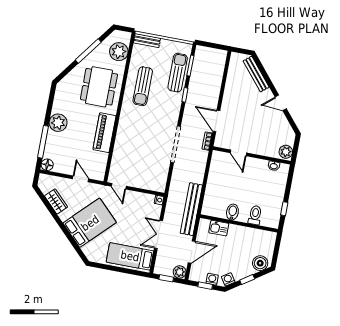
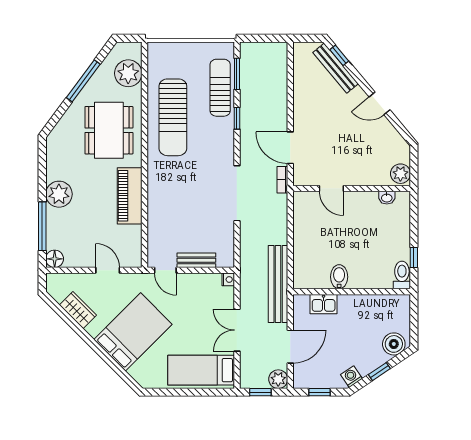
bench: (147, 40) -> (196, 260), moved
window: (260, 66) -> (339, 55), added
sun lounger: (143, 86) -> (173, 117), width x1.36, depth x1.34
toilet: (255, 215) -> (402, 275), moved
washing machine: (212, 279) -> (328, 381), removed

